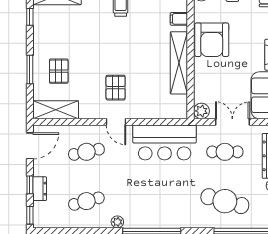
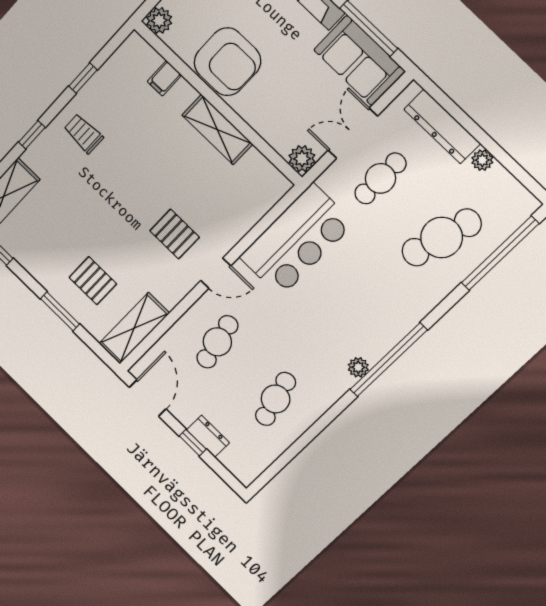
shelving: (179, 63) -> (217, 130), width x0.68
window: (30, 215) -> (228, 477), removed
plant: (117, 222) -> (358, 367), moved

